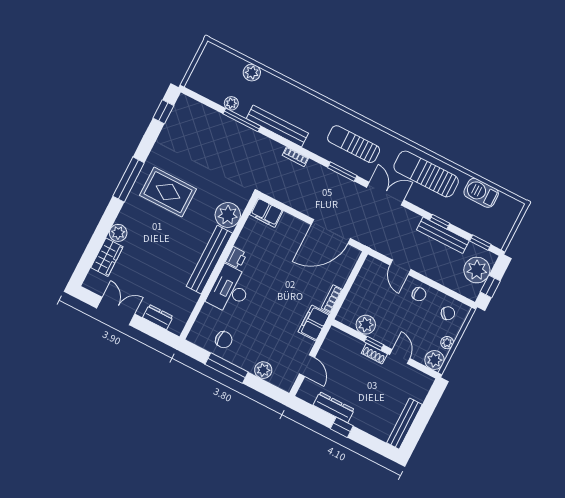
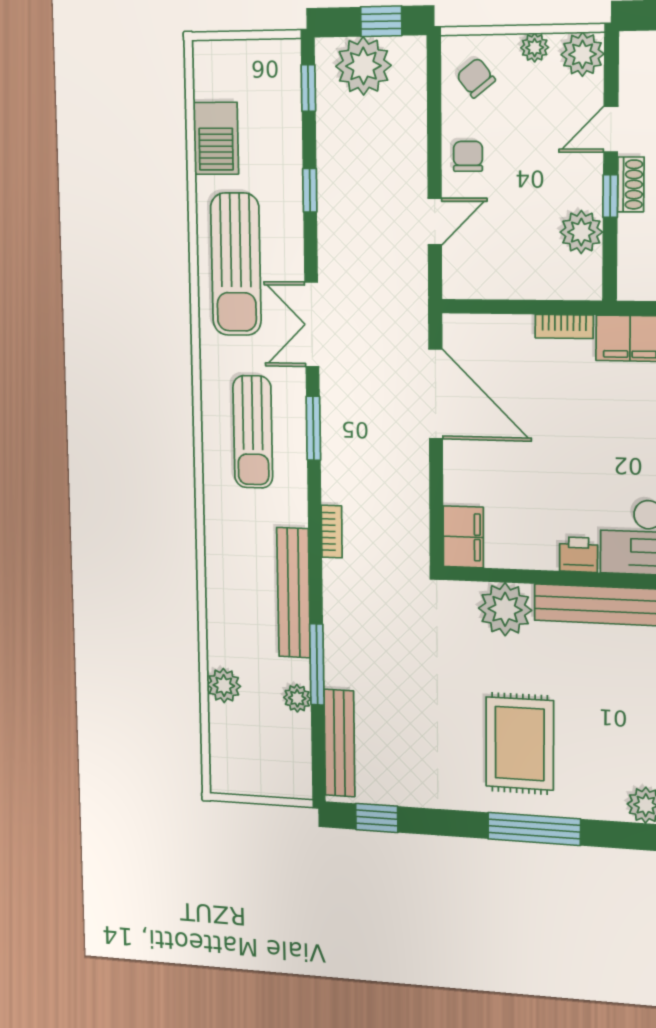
bench: (443, 235) -> (339, 743), moved

